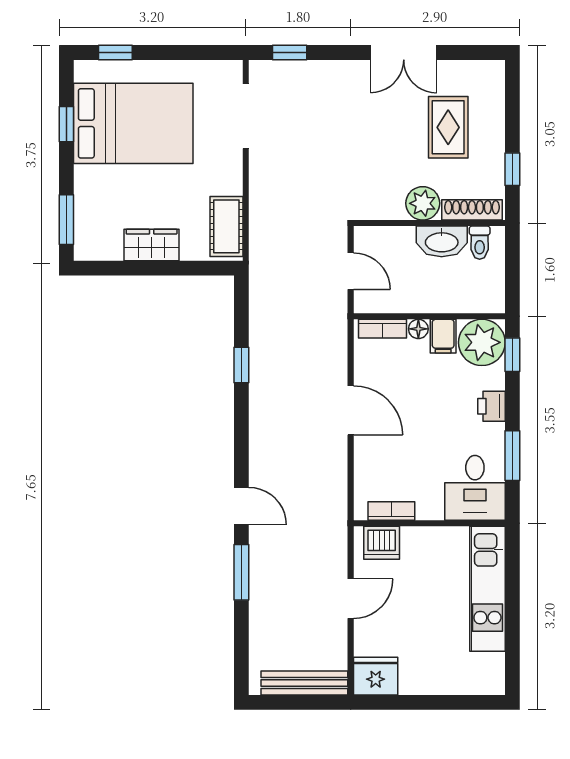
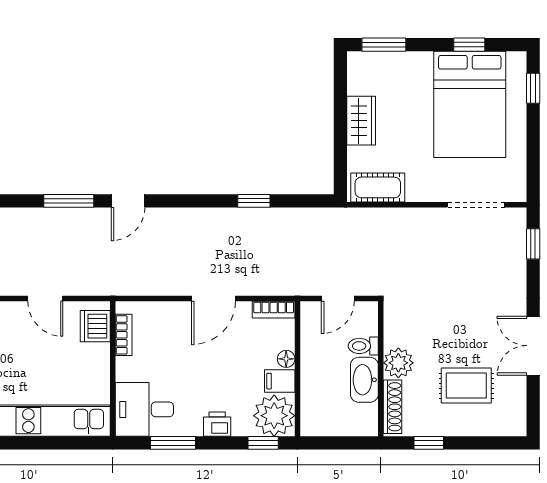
toilet: (480, 243) -> (363, 346), moved
bookcase: (383, 329) -> (274, 310), moved, turned -90

